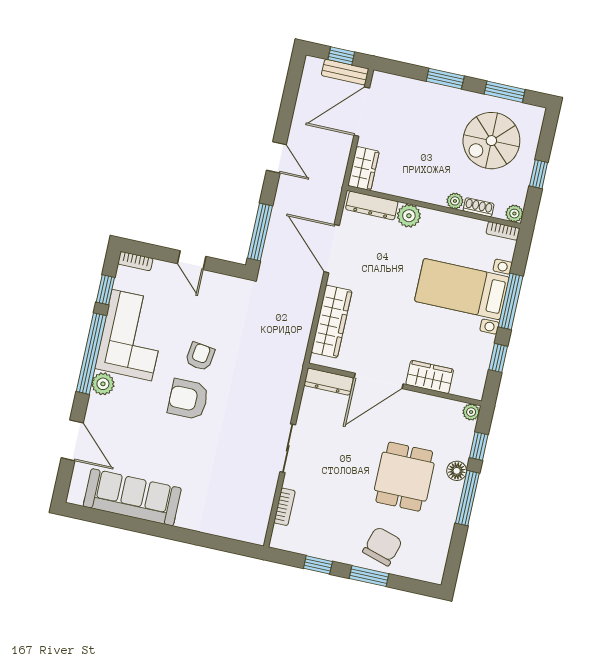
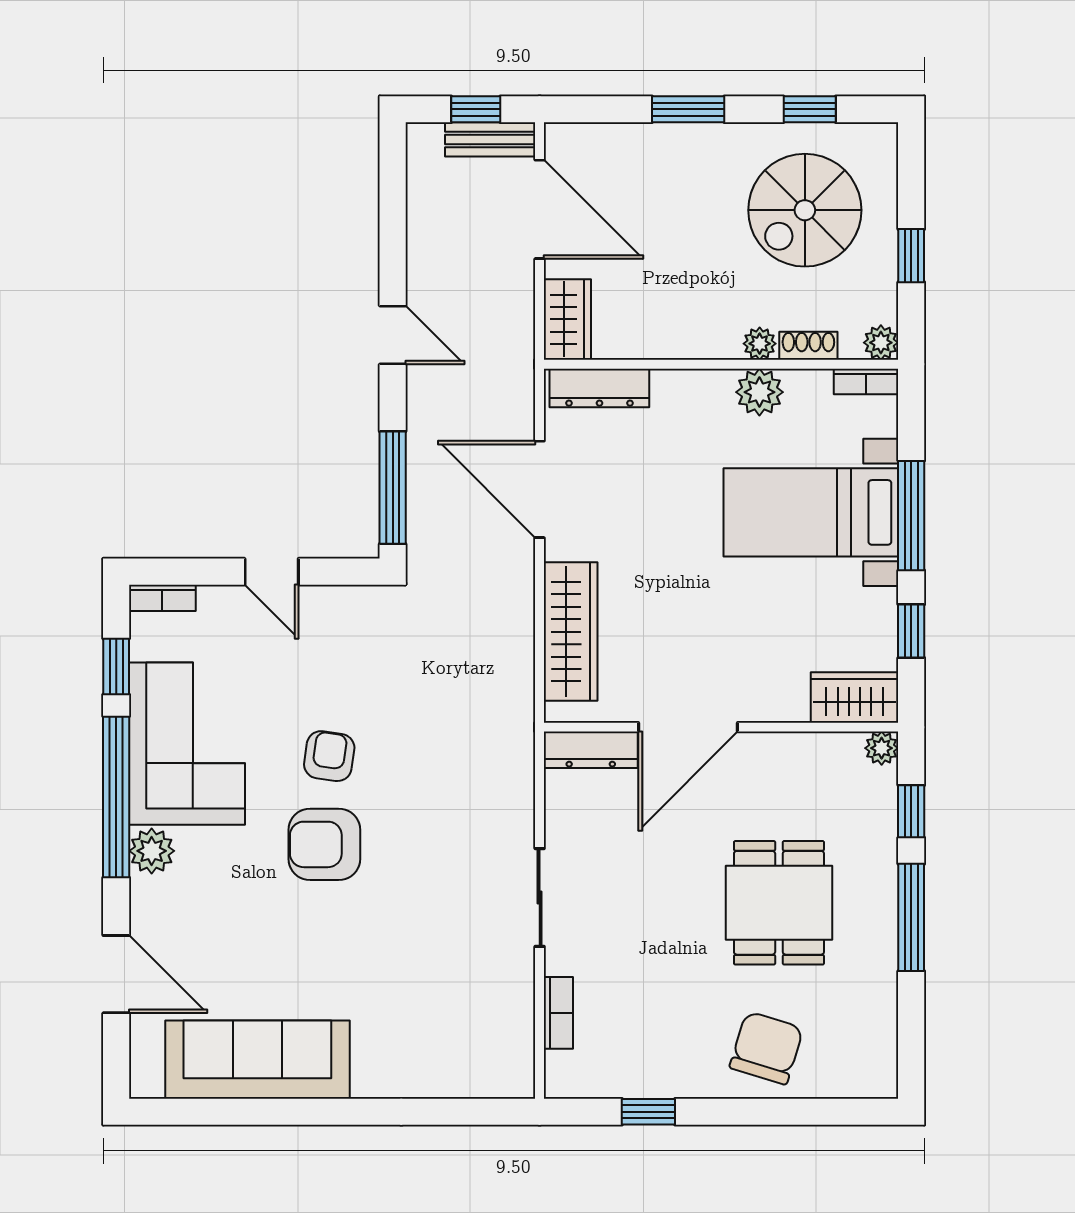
window: (505, 92) -> (810, 109), width x0.67
door: (362, 112) -> (540, 209), swing flipped
plant: (409, 216) -> (759, 392), moved
wardrobe: (430, 377) -> (855, 697), moved
floor lamp: (457, 471) -> (879, 869), removed
window: (369, 576) -> (753, 1112), removed

